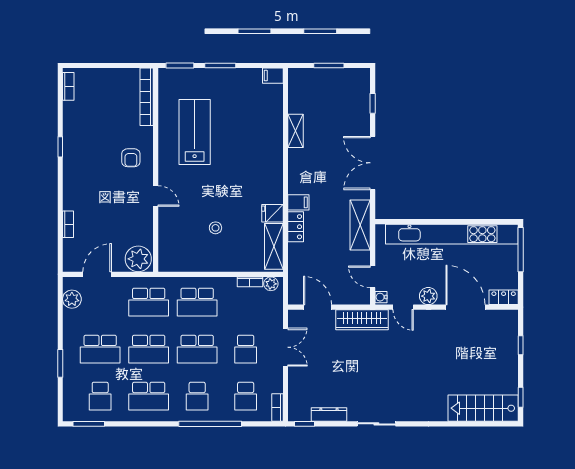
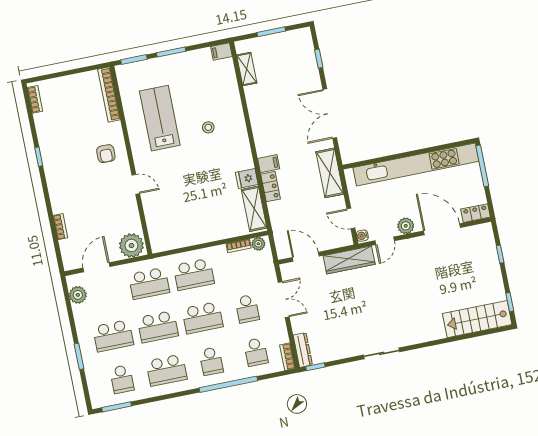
shelving: (296, 131) -> (247, 69), moved
stool: (215, 228) -> (208, 127), moved
door: (403, 307) -> (385, 241), hinge flipped
dresser: (329, 415) -> (303, 350), moved, turned 90

